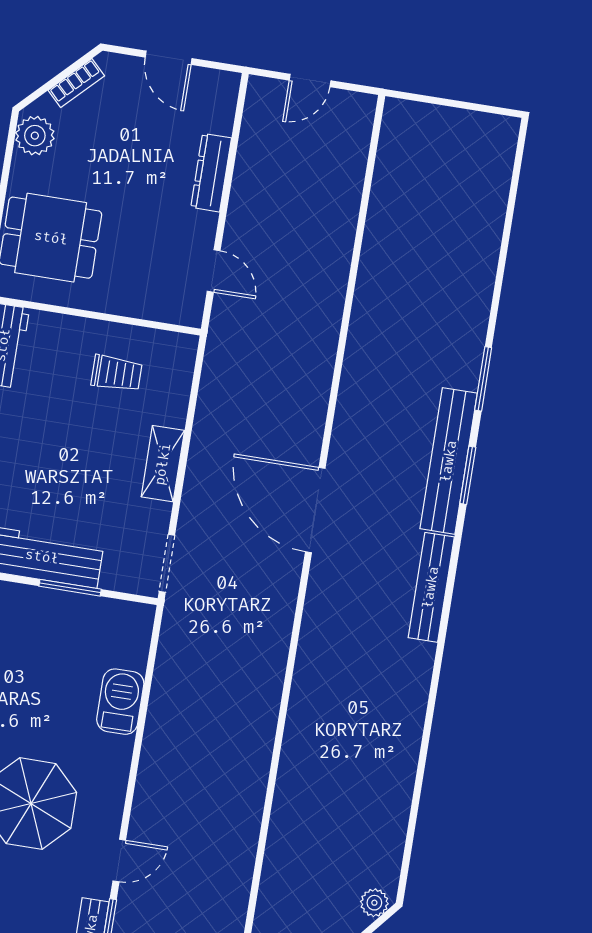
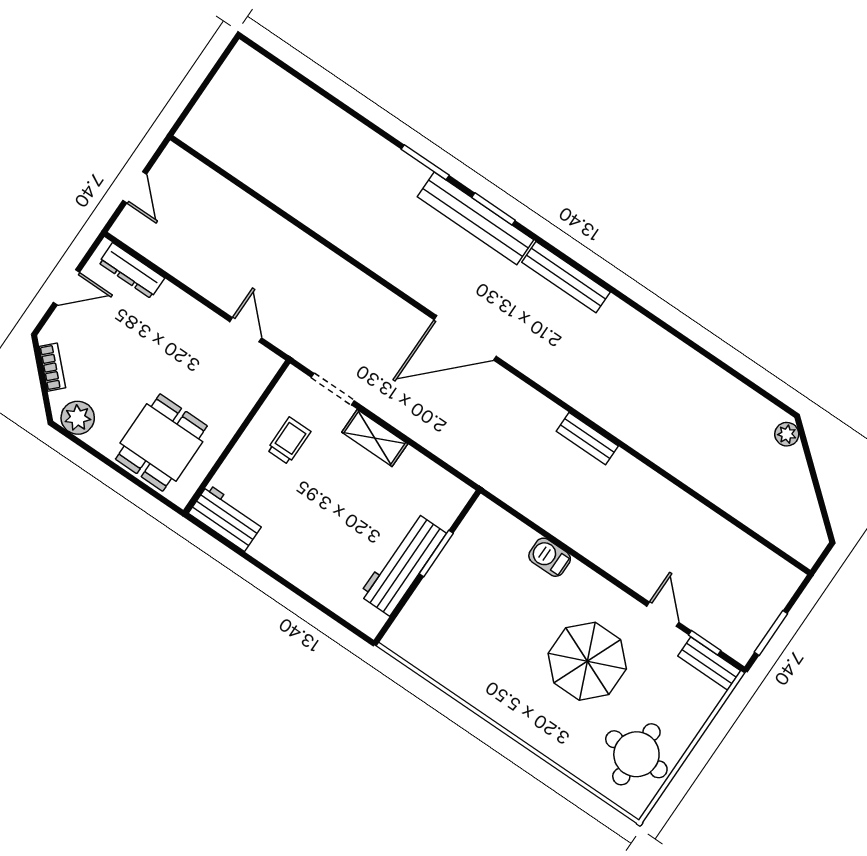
dresser: (211, 173) -> (132, 271), moved
door: (214, 271) -> (246, 330), hinge flipped
doorway: (167, 563) -> (333, 389), moved
bench: (269, 691) -> (587, 439), added
barbecue: (120, 702) -> (550, 557), width x0.73, depth x0.79

